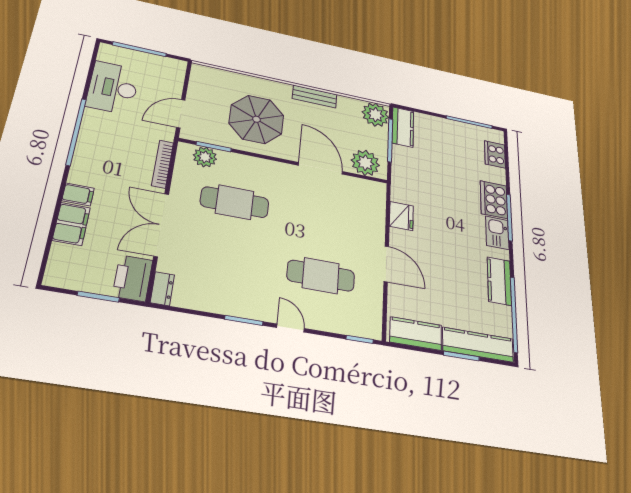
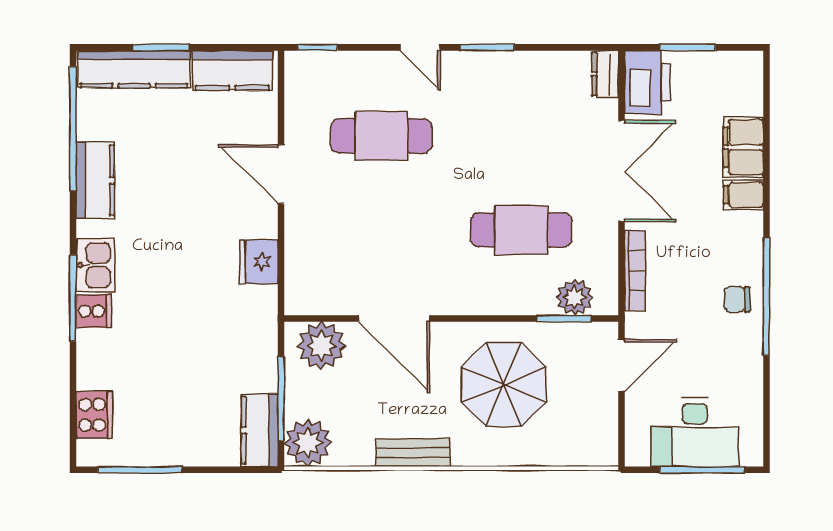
desk: (113, 88) -> (695, 432), moved, turned 90
chair: (97, 134) -> (737, 299), added
cooker: (494, 200) -> (94, 311), width x0.53, depth x0.76

